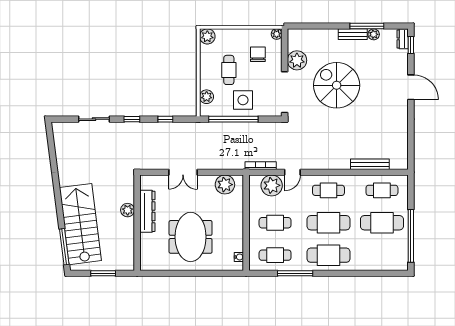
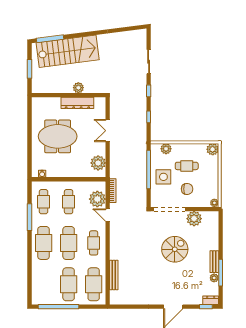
chair: (258, 54) -> (187, 189), moved
spiral stairs: (337, 85) -> (175, 249), width x0.73, depth x0.73
cafe table: (382, 190) -> (94, 284), width x1.37, depth x1.35

